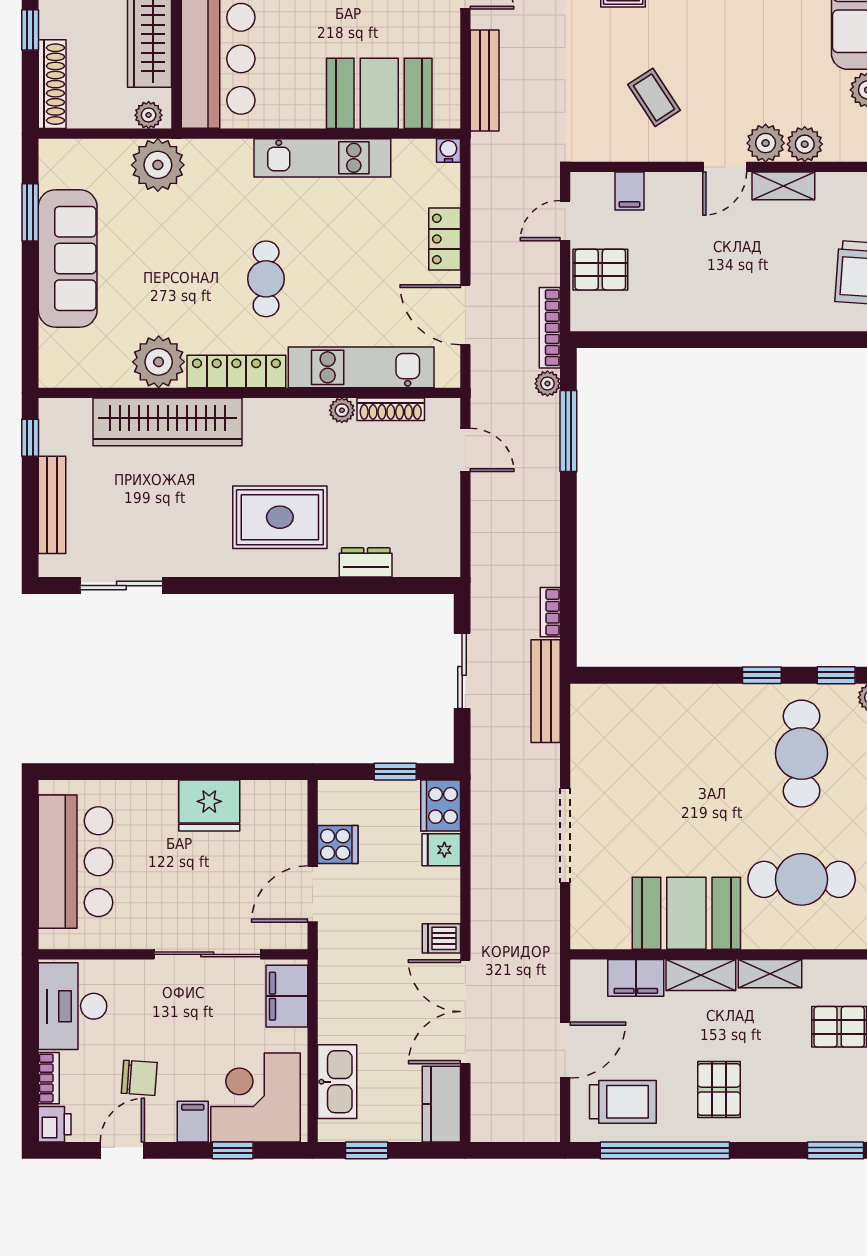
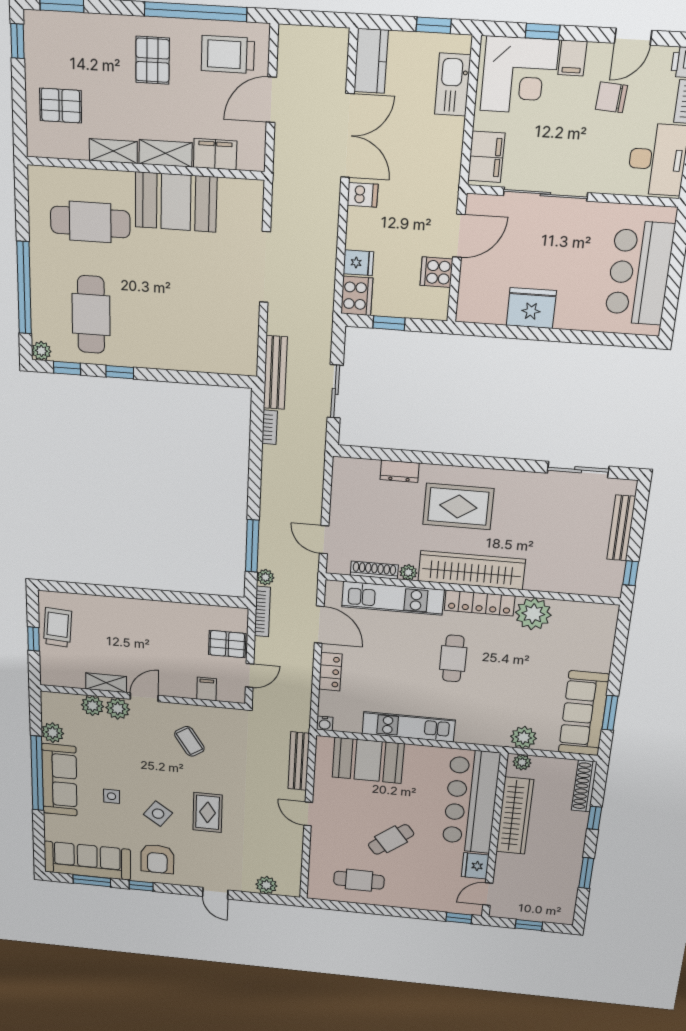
plant: (158, 165) -> (524, 737), width x0.73, depth x0.73
sofa: (68, 259) -> (584, 713), moved
wardrobe: (168, 422) -> (472, 570), moved

